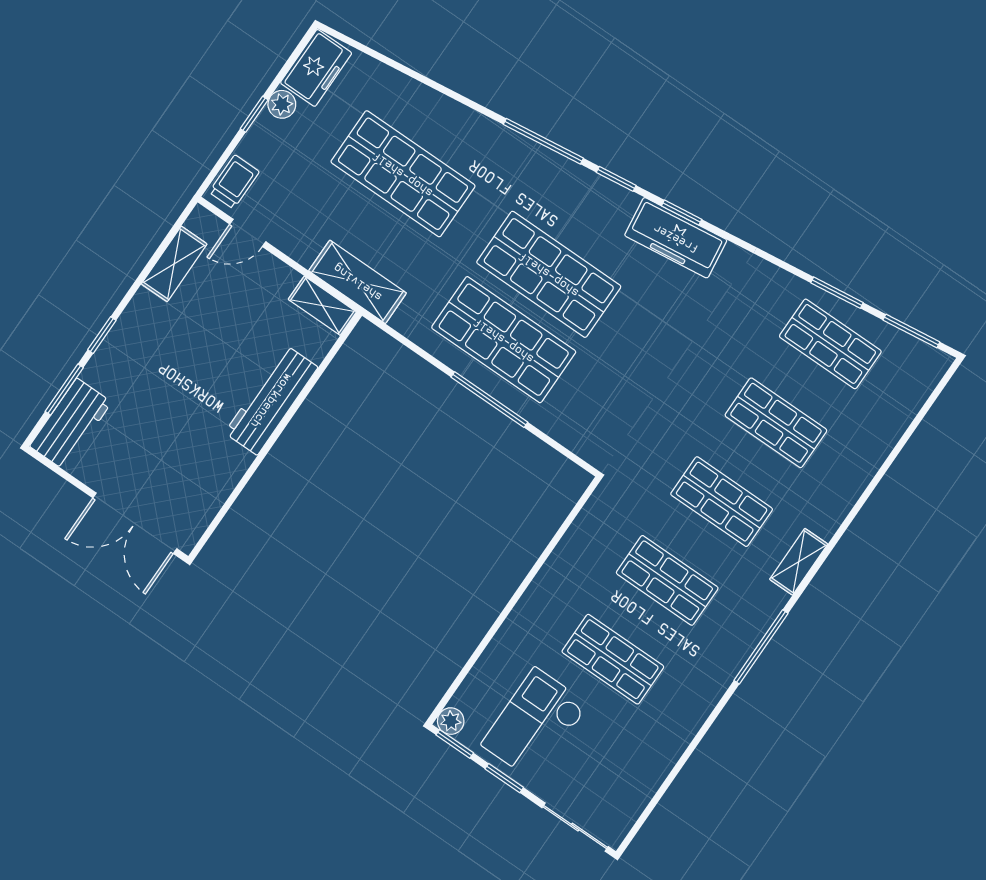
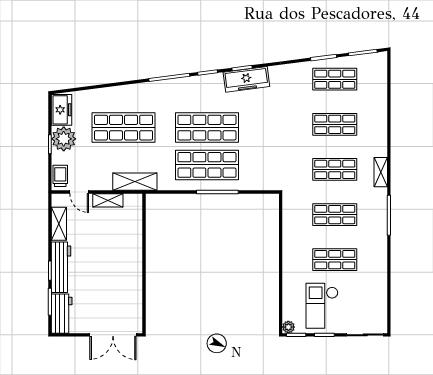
plant: (282, 104) -> (64, 139), width x1.88, depth x1.88
door: (248, 233) -> (79, 192), hinge flipped
shelving: (322, 306) -> (108, 200), moved
workbench: (271, 400) -> (61, 267), moved, turned 180

